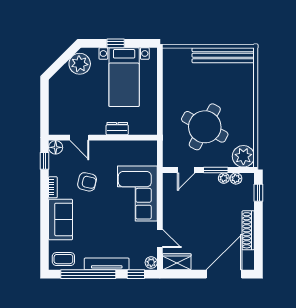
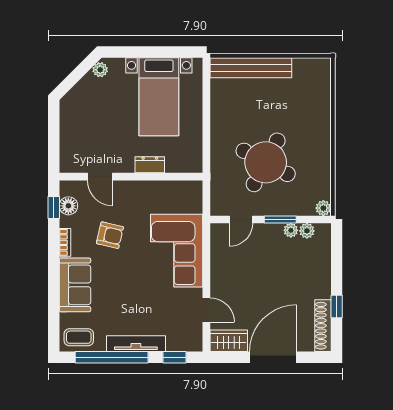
window: (116, 43) -> (148, 52), removed
bench: (223, 55) -> (251, 68), moved
plant: (80, 64) -> (100, 70), width x0.53, depth x0.53
floor lamp: (56, 147) -> (68, 206), moved
plant: (243, 156) -> (323, 208), width x0.53, depth x0.53
window: (258, 193) -> (337, 307), moved
shoe rack: (248, 230) -> (323, 326), moved
plant: (151, 263) -> (195, 342), removed
door: (224, 274) -> (273, 357), moved

